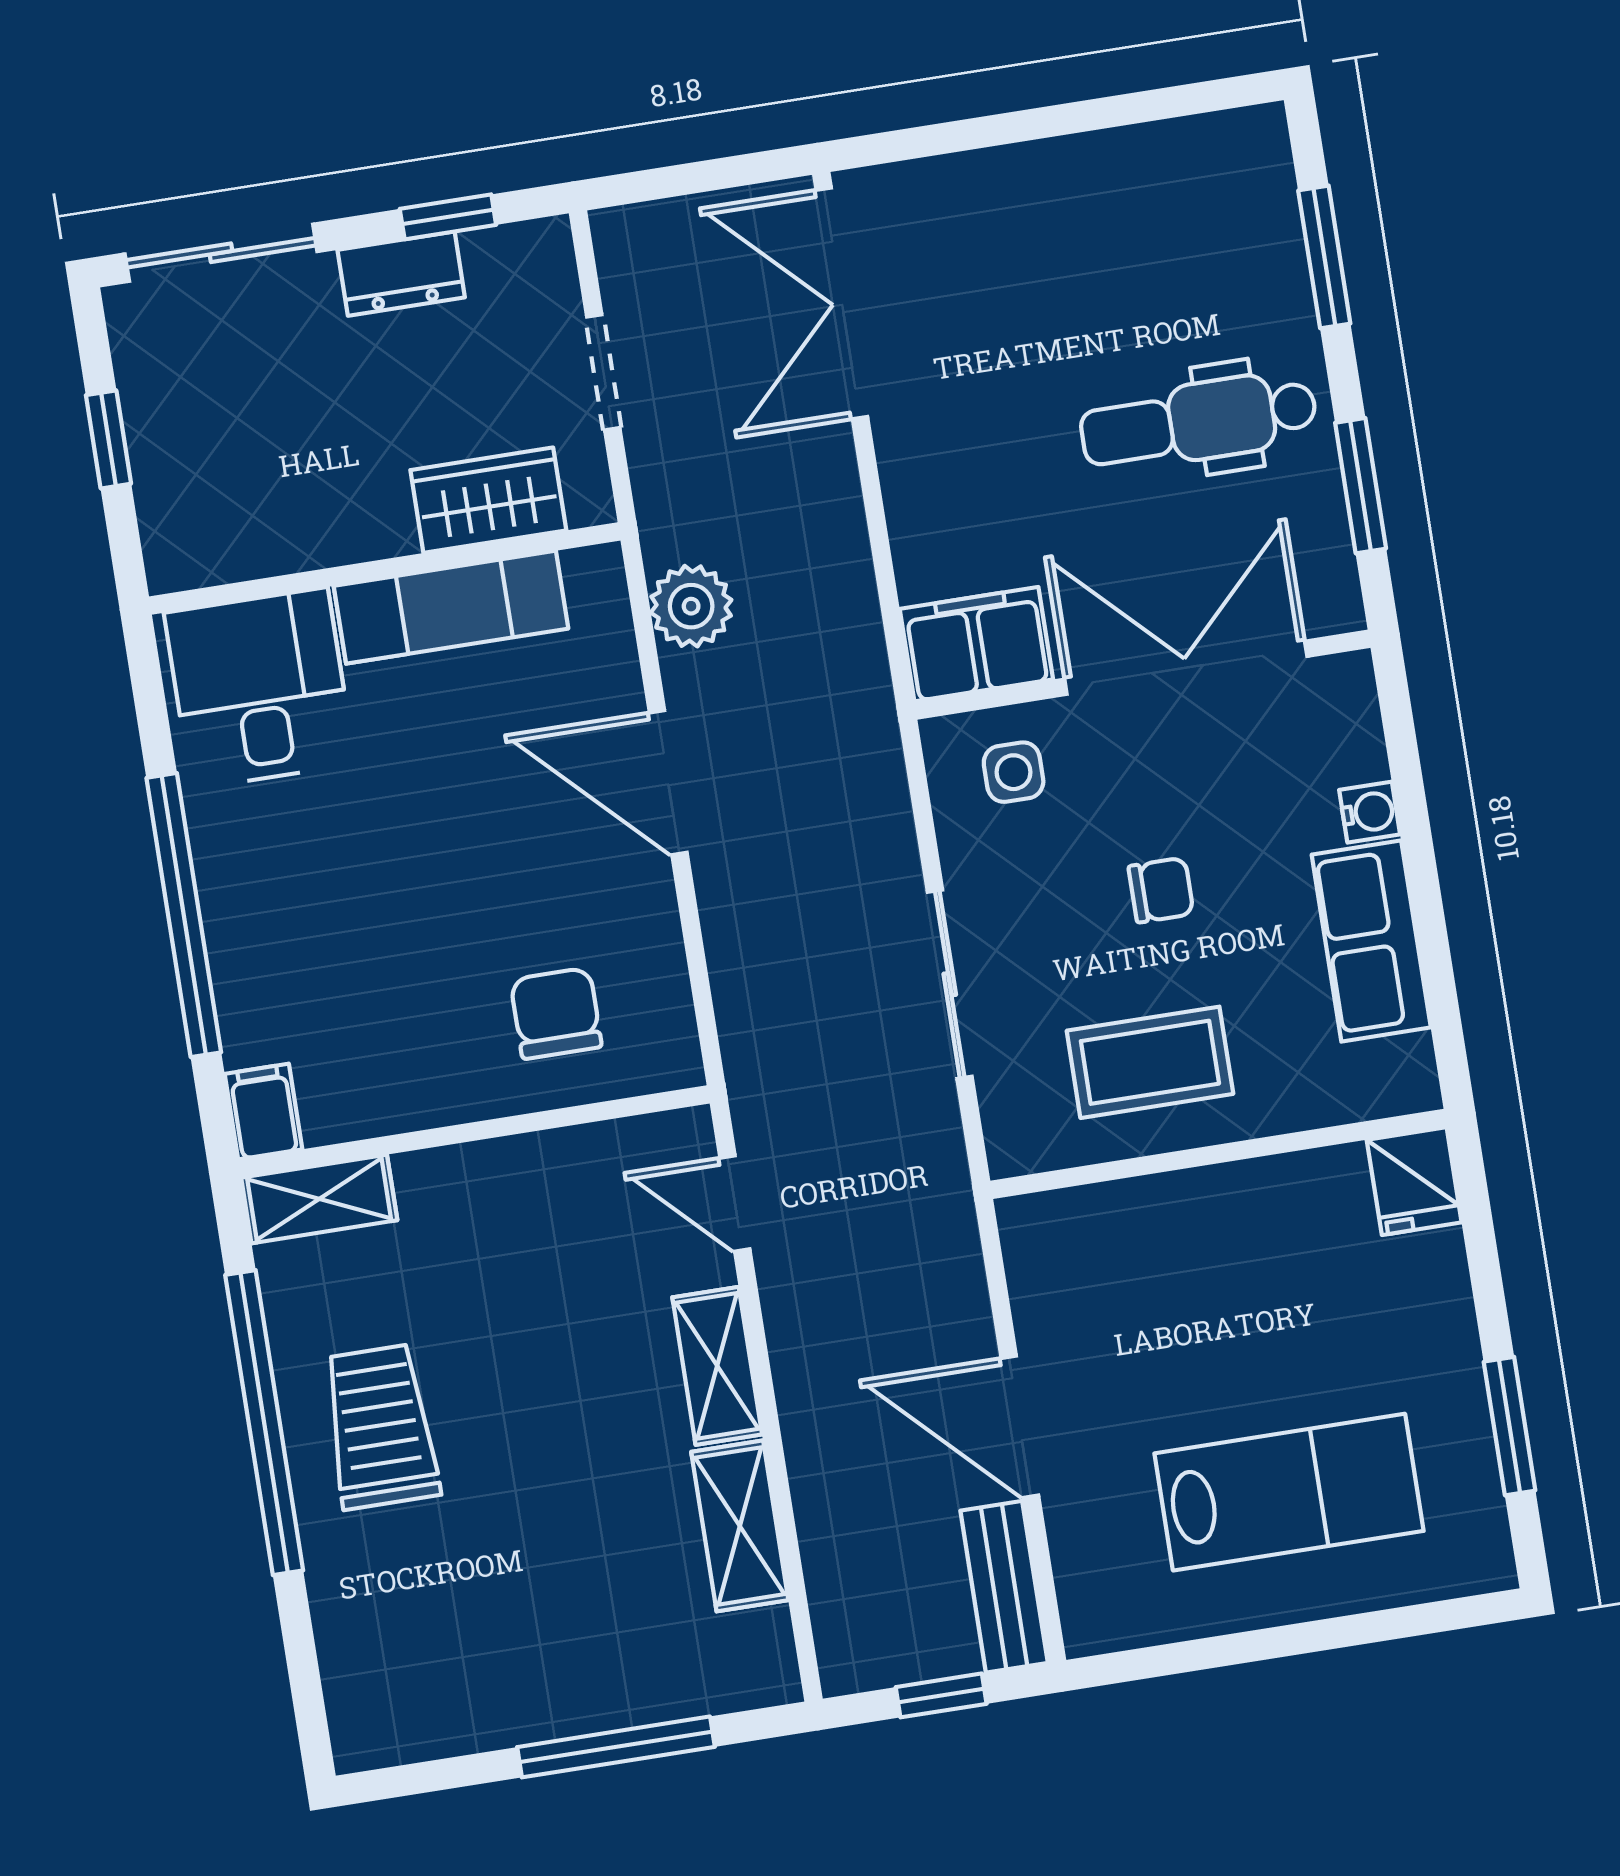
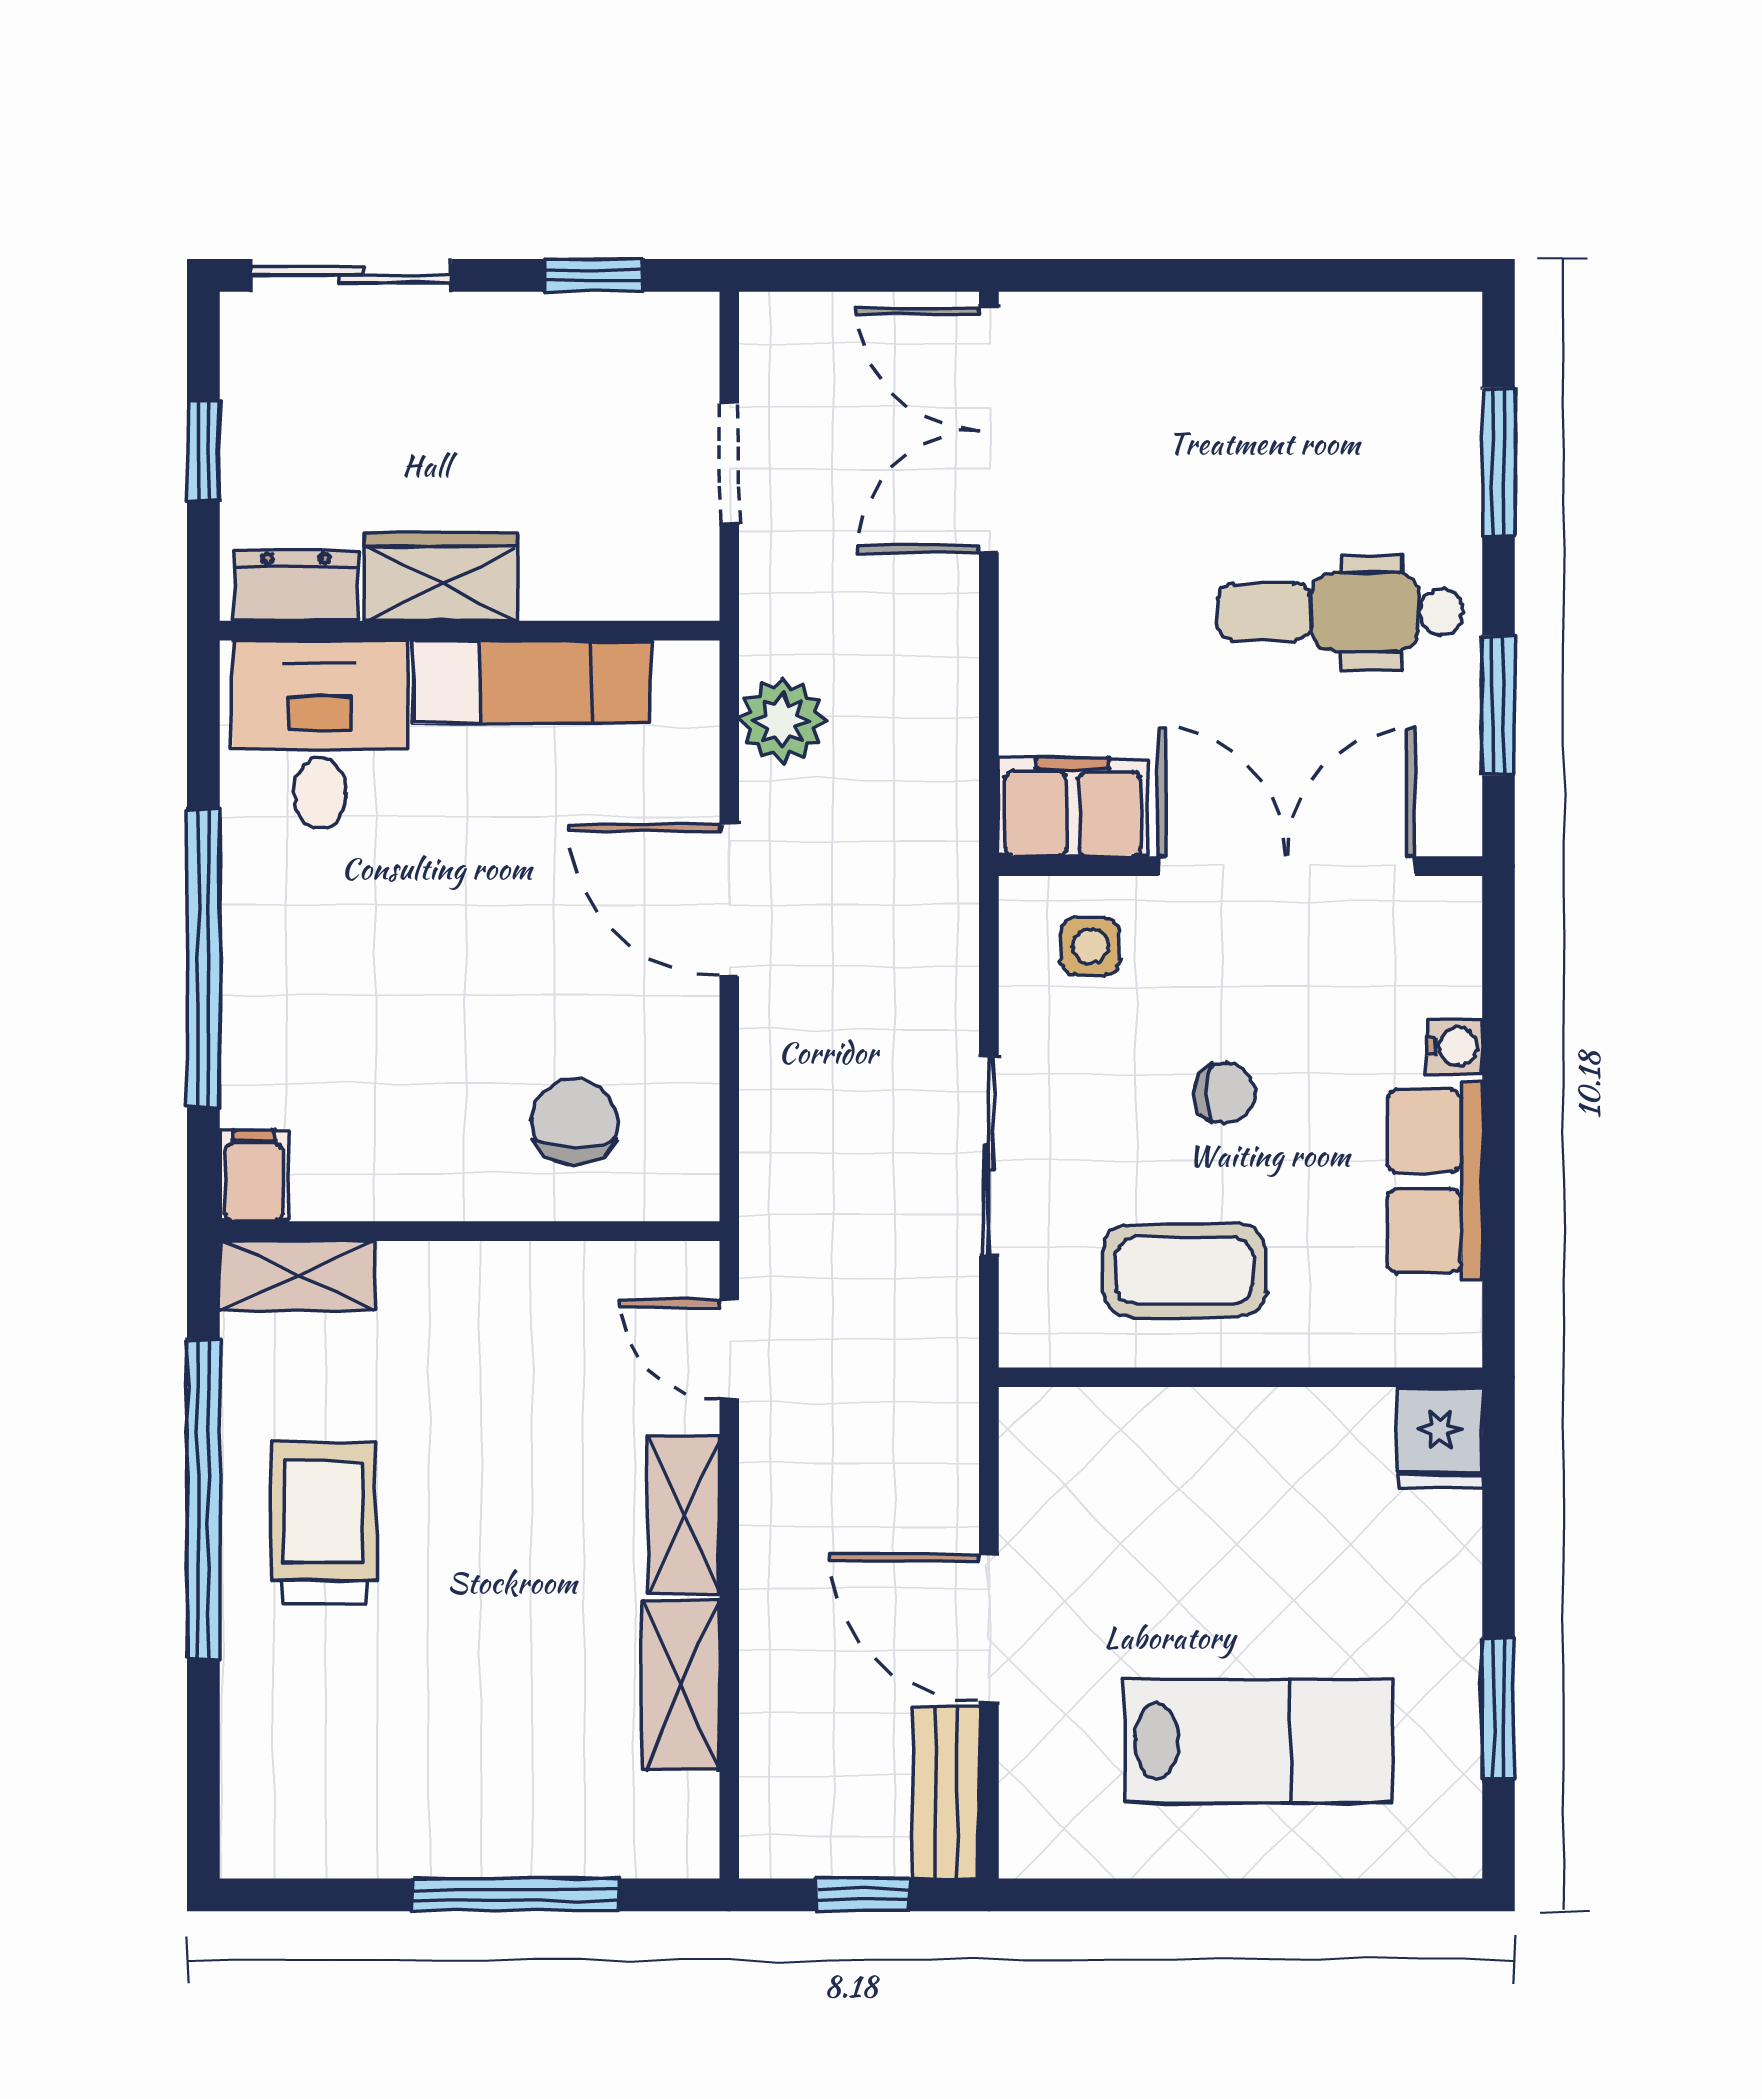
dresser: (401, 274) -> (296, 586), moved, turned 180
wardrobe: (488, 500) -> (441, 577), moved

